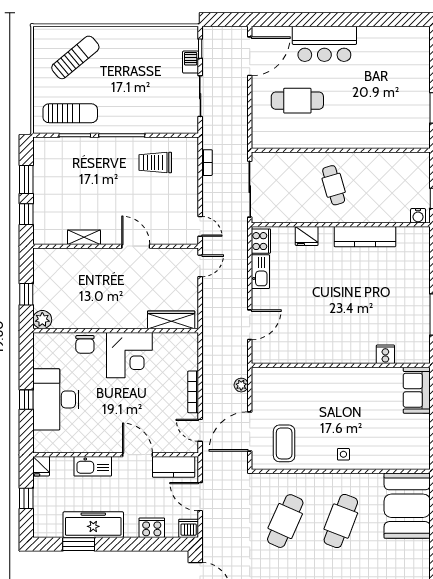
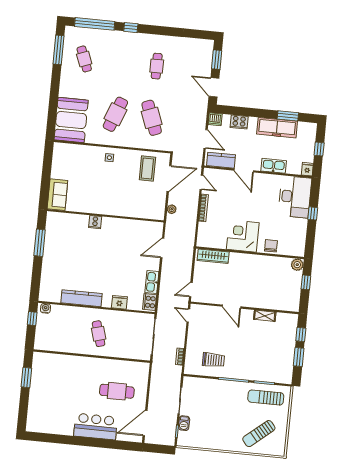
cooker: (385, 354) -> (95, 222), moved
desk: (56, 399) -> (295, 197), moved
cafe table: (285, 521) -> (152, 118), turned -45

